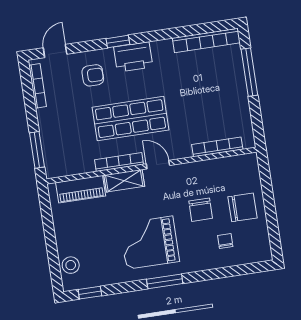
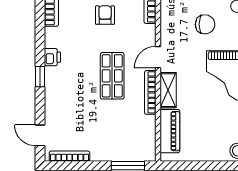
printer: (133, 57) -> (52, 57), width x0.53, depth x0.68
armchair: (93, 75) -> (105, 15), moved
shop shelf: (131, 119) -> (112, 76), width x0.70, depth x0.74

